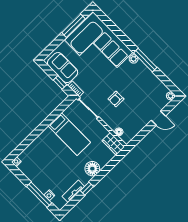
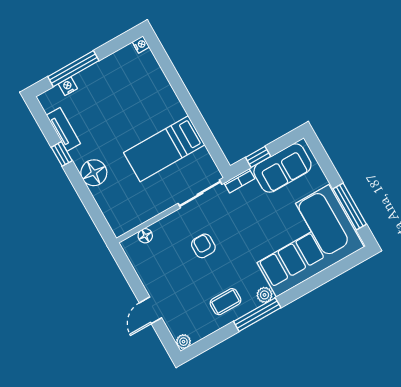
coffee table: (143, 79) -> (225, 302), added
wardrobe: (113, 144) -> (127, 220), removed

